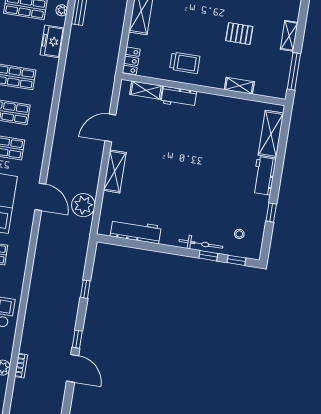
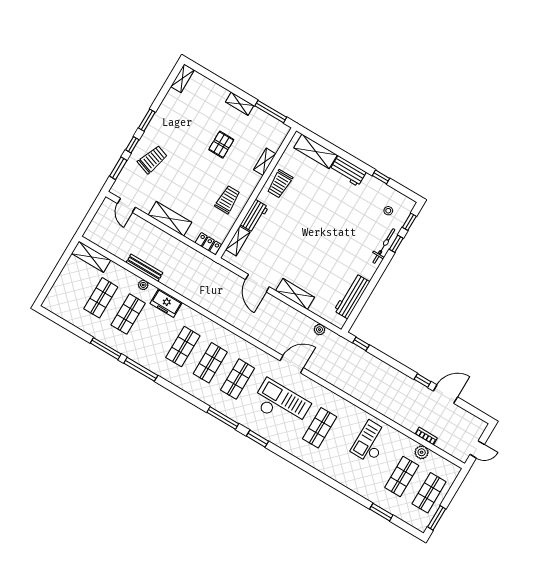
trolley: (223, 110) -> (280, 184), added
plant: (83, 205) -> (319, 330), width x0.53, depth x0.53
window: (85, 289) -> (361, 344), moved

